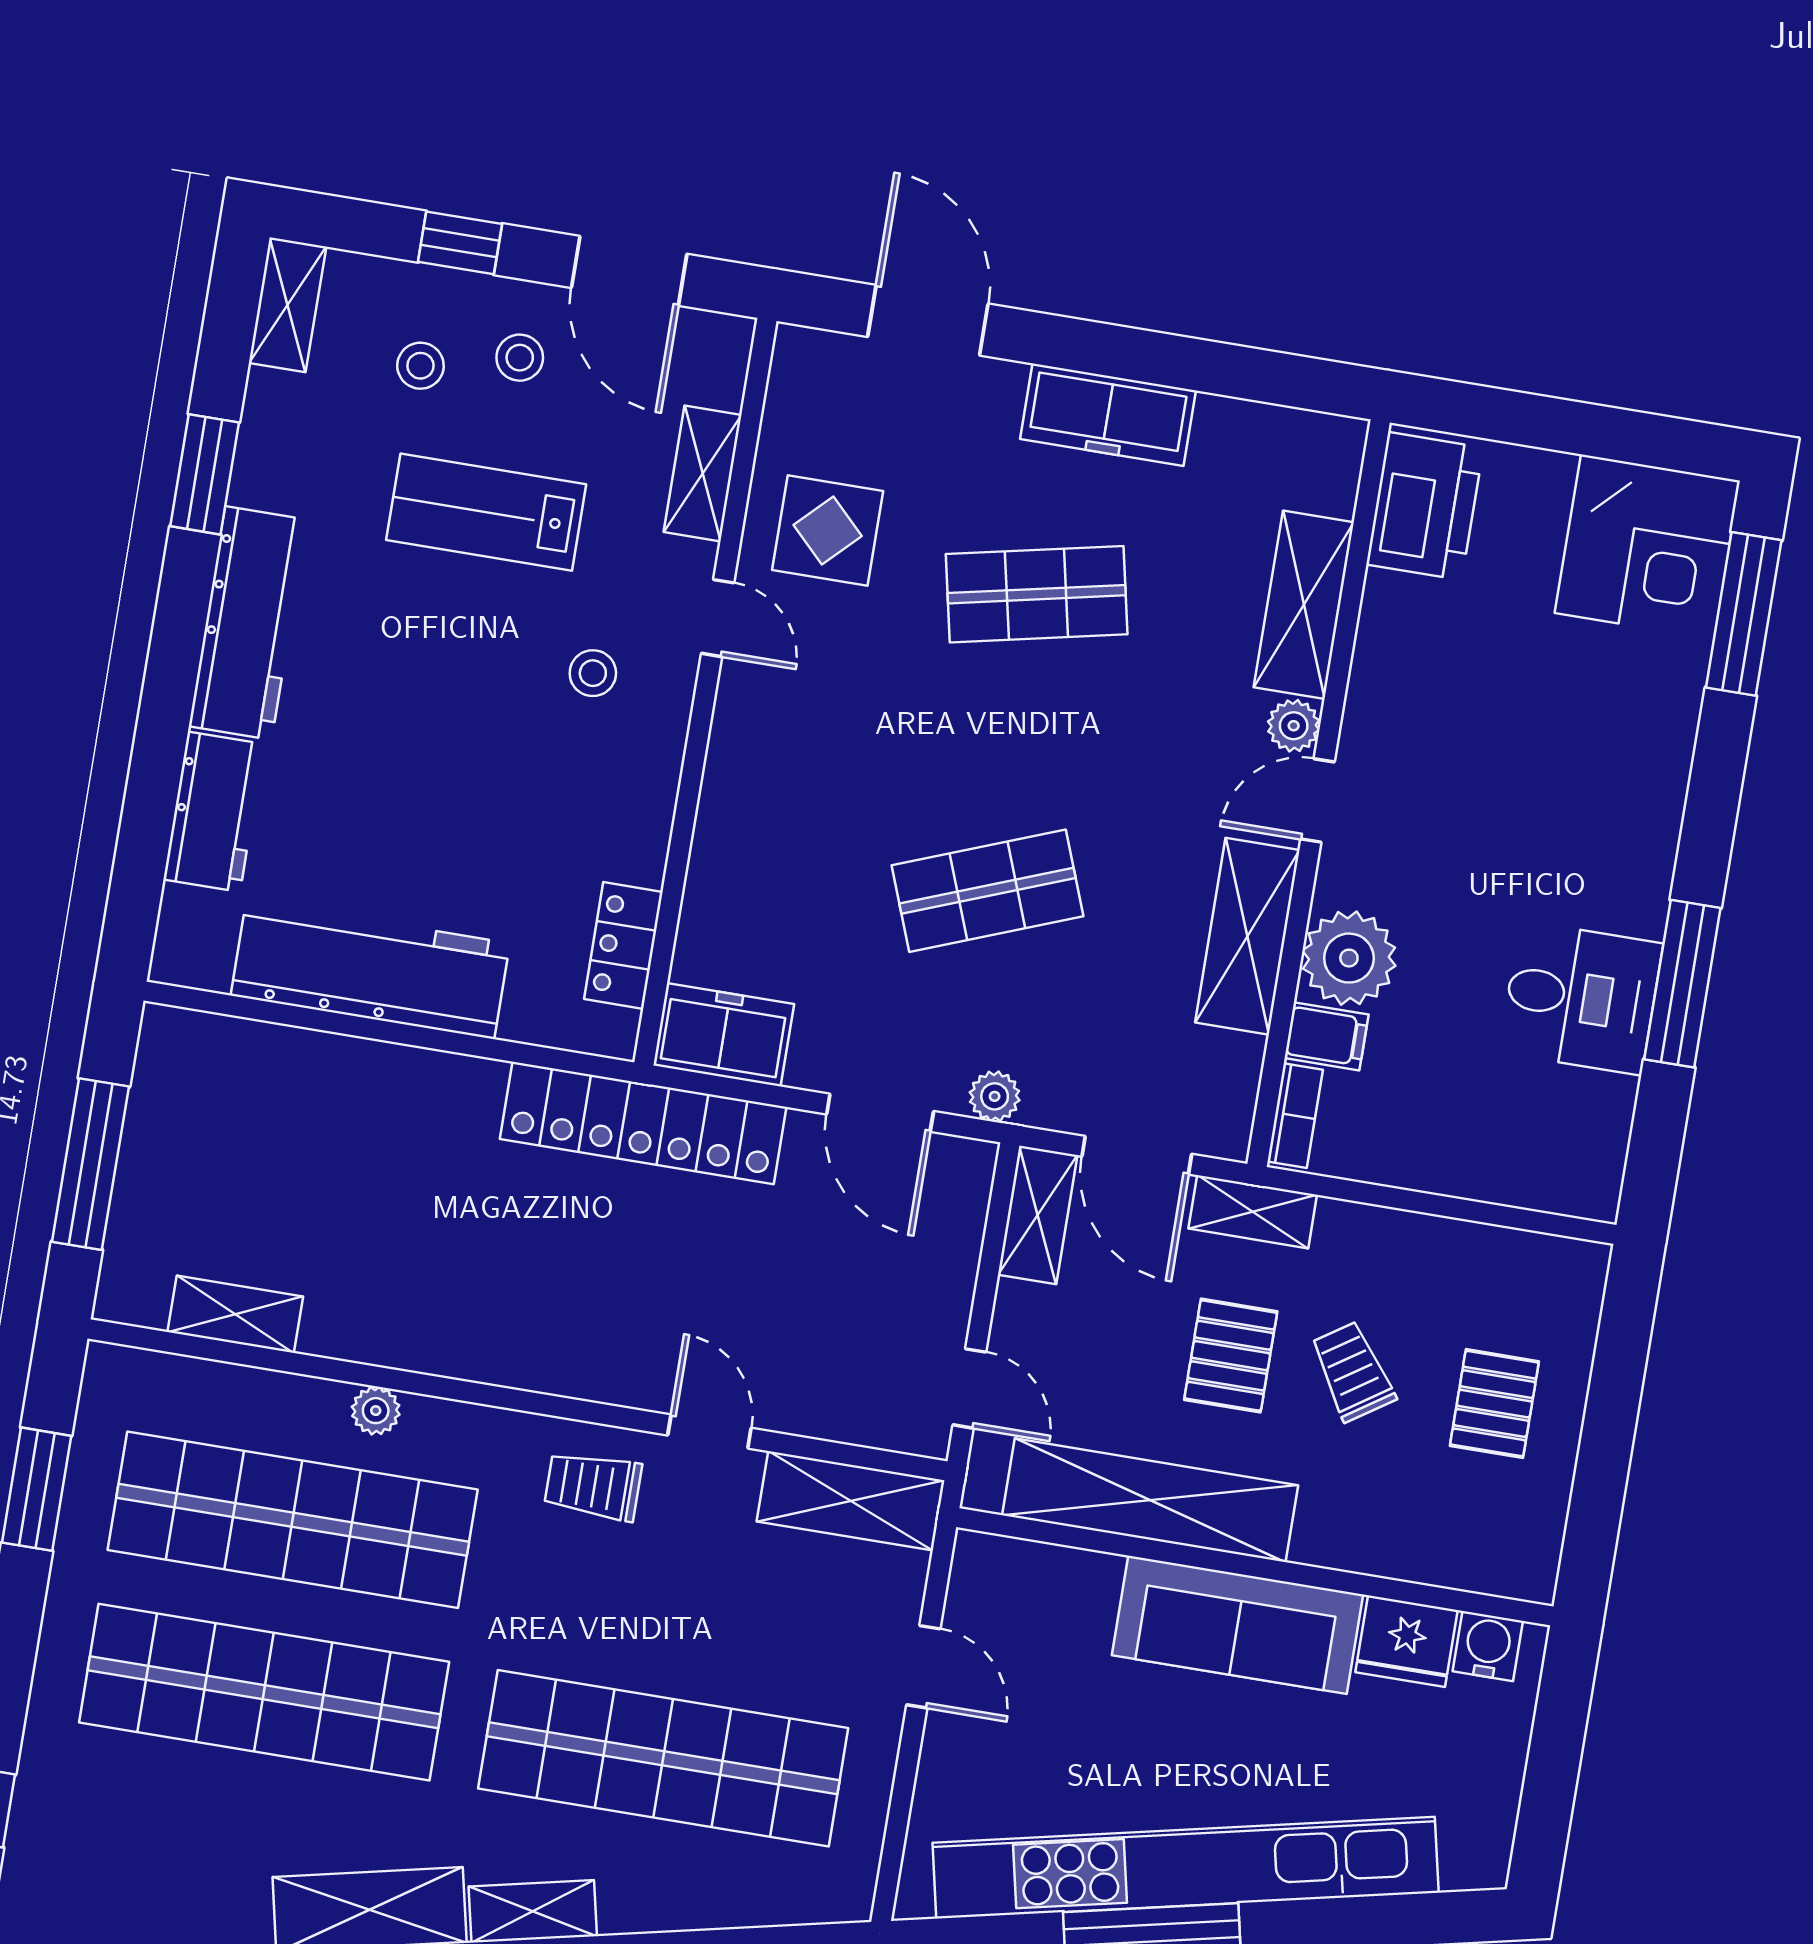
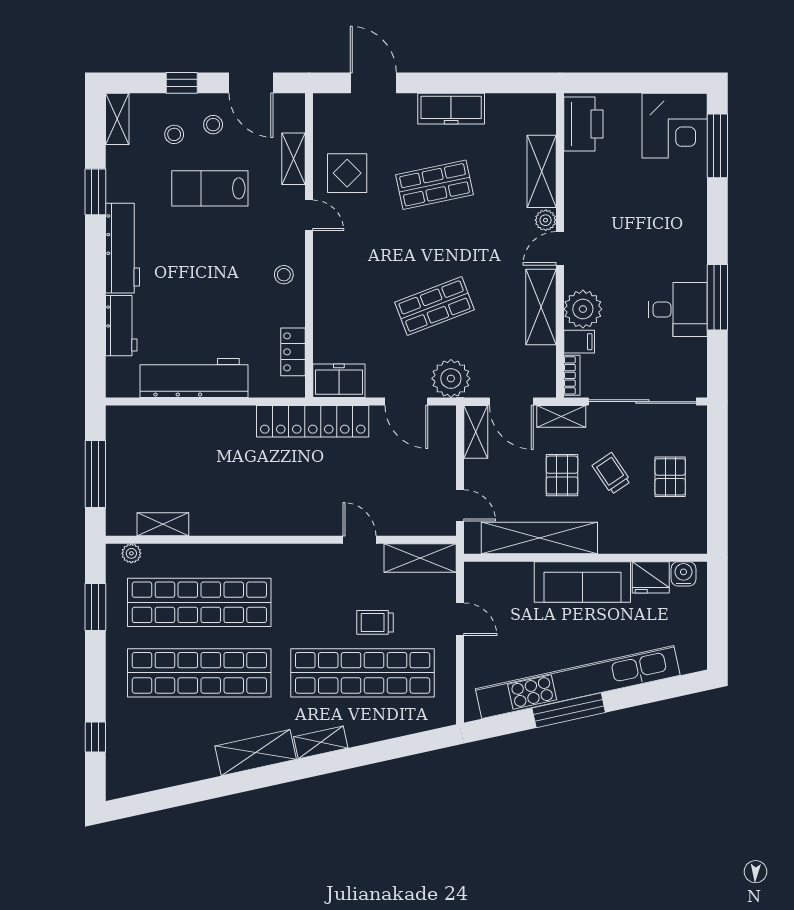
stool: (593, 673) -> (284, 275), moved
plant: (995, 1096) -> (451, 379), width x1.88, depth x1.88
sliding door: (1457, 1208) -> (642, 402), added
plant: (376, 1411) -> (131, 553), moved
trolley: (593, 1486) -> (375, 622), moved

